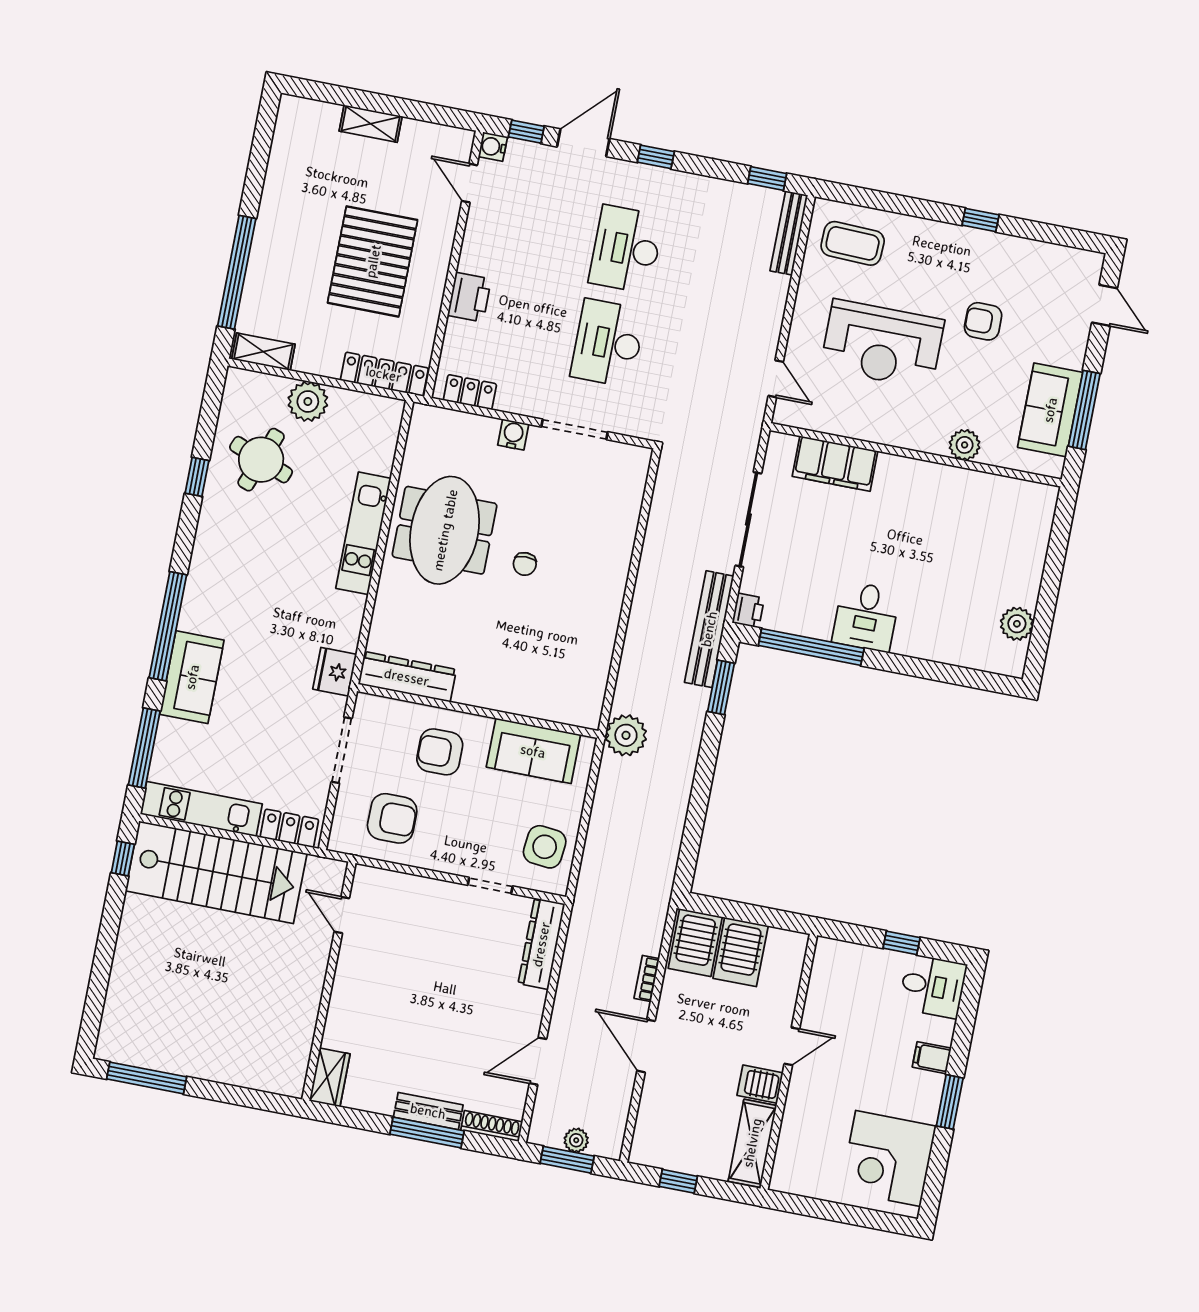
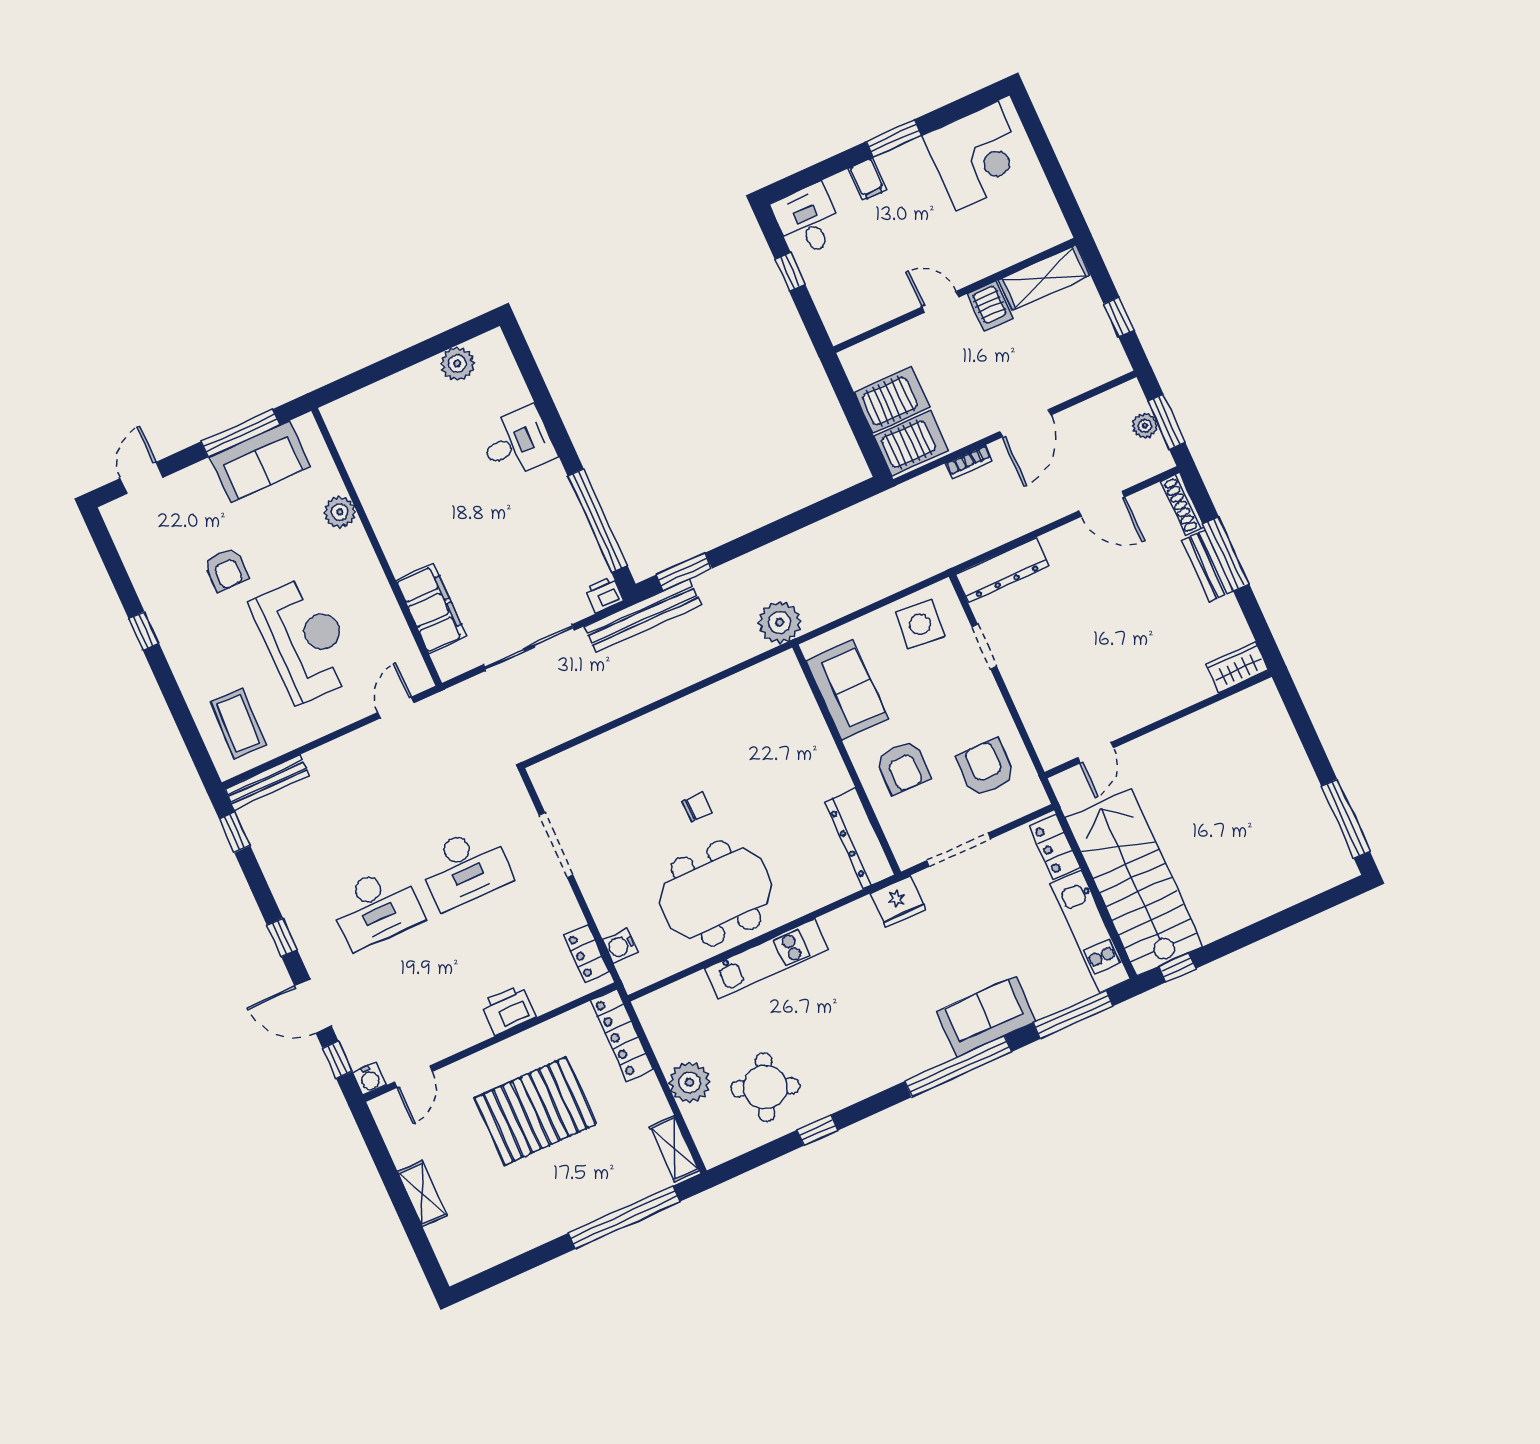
water cooler: (513, 435) -> (620, 946), moved
desk: (866, 617) -> (517, 443), moved

